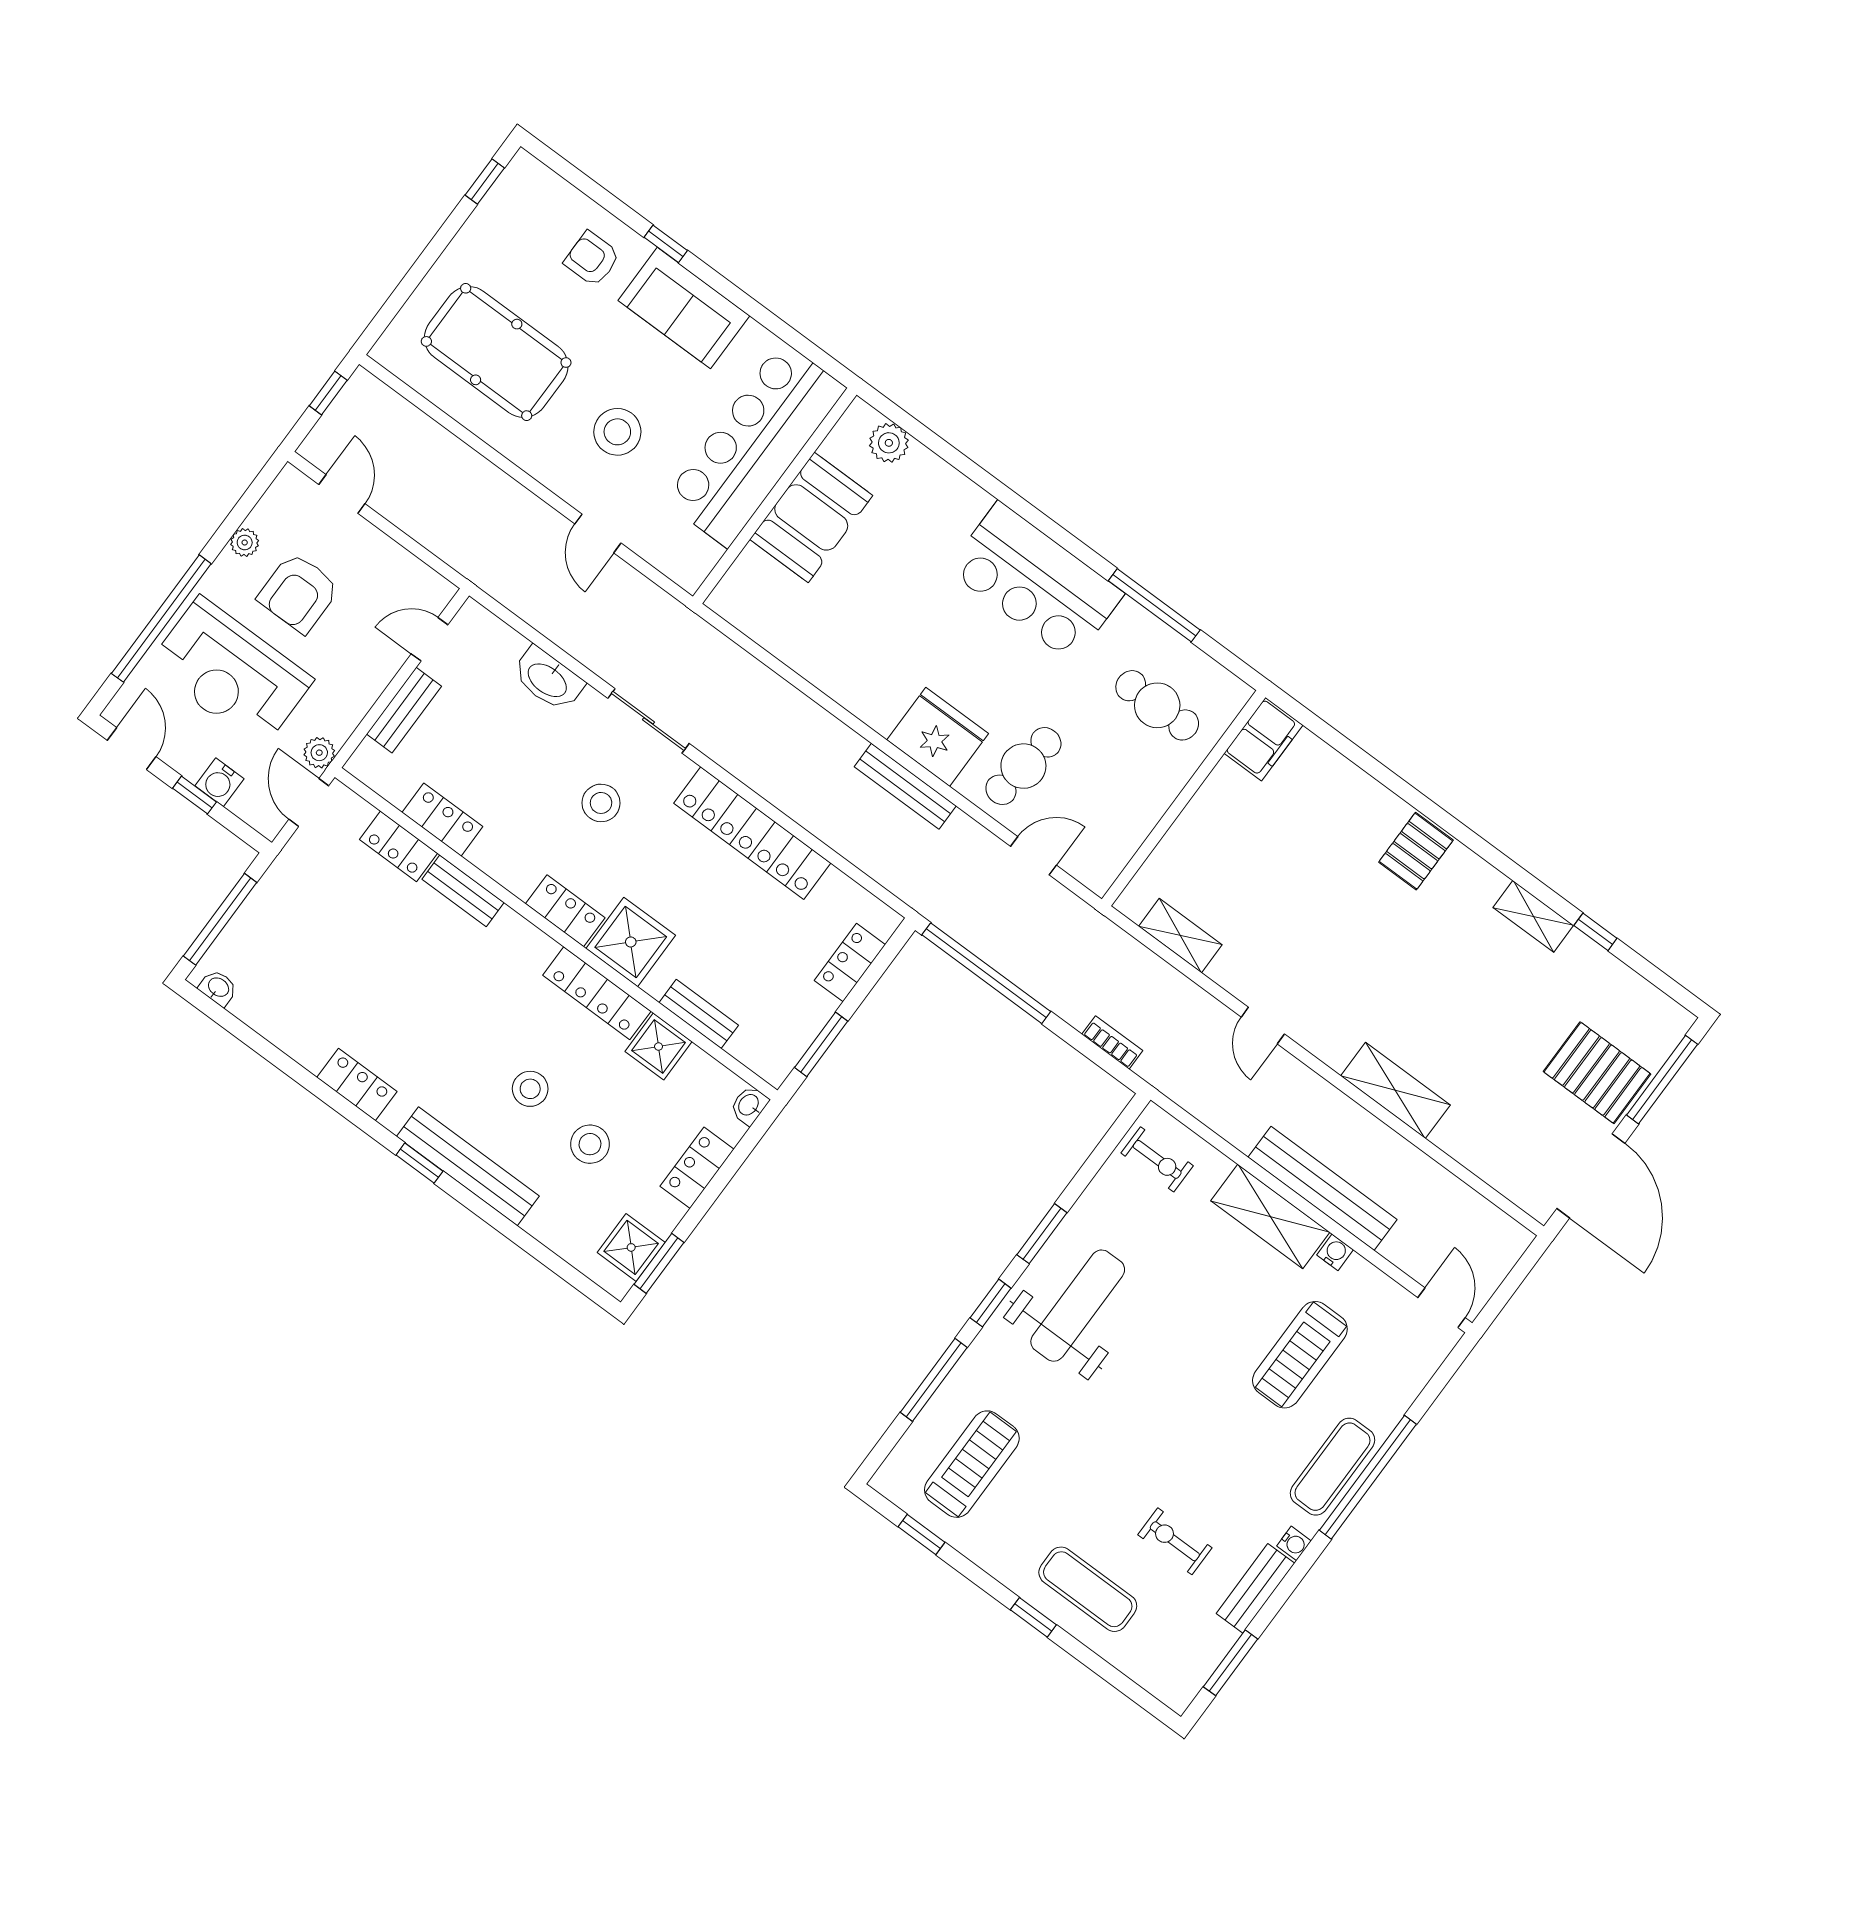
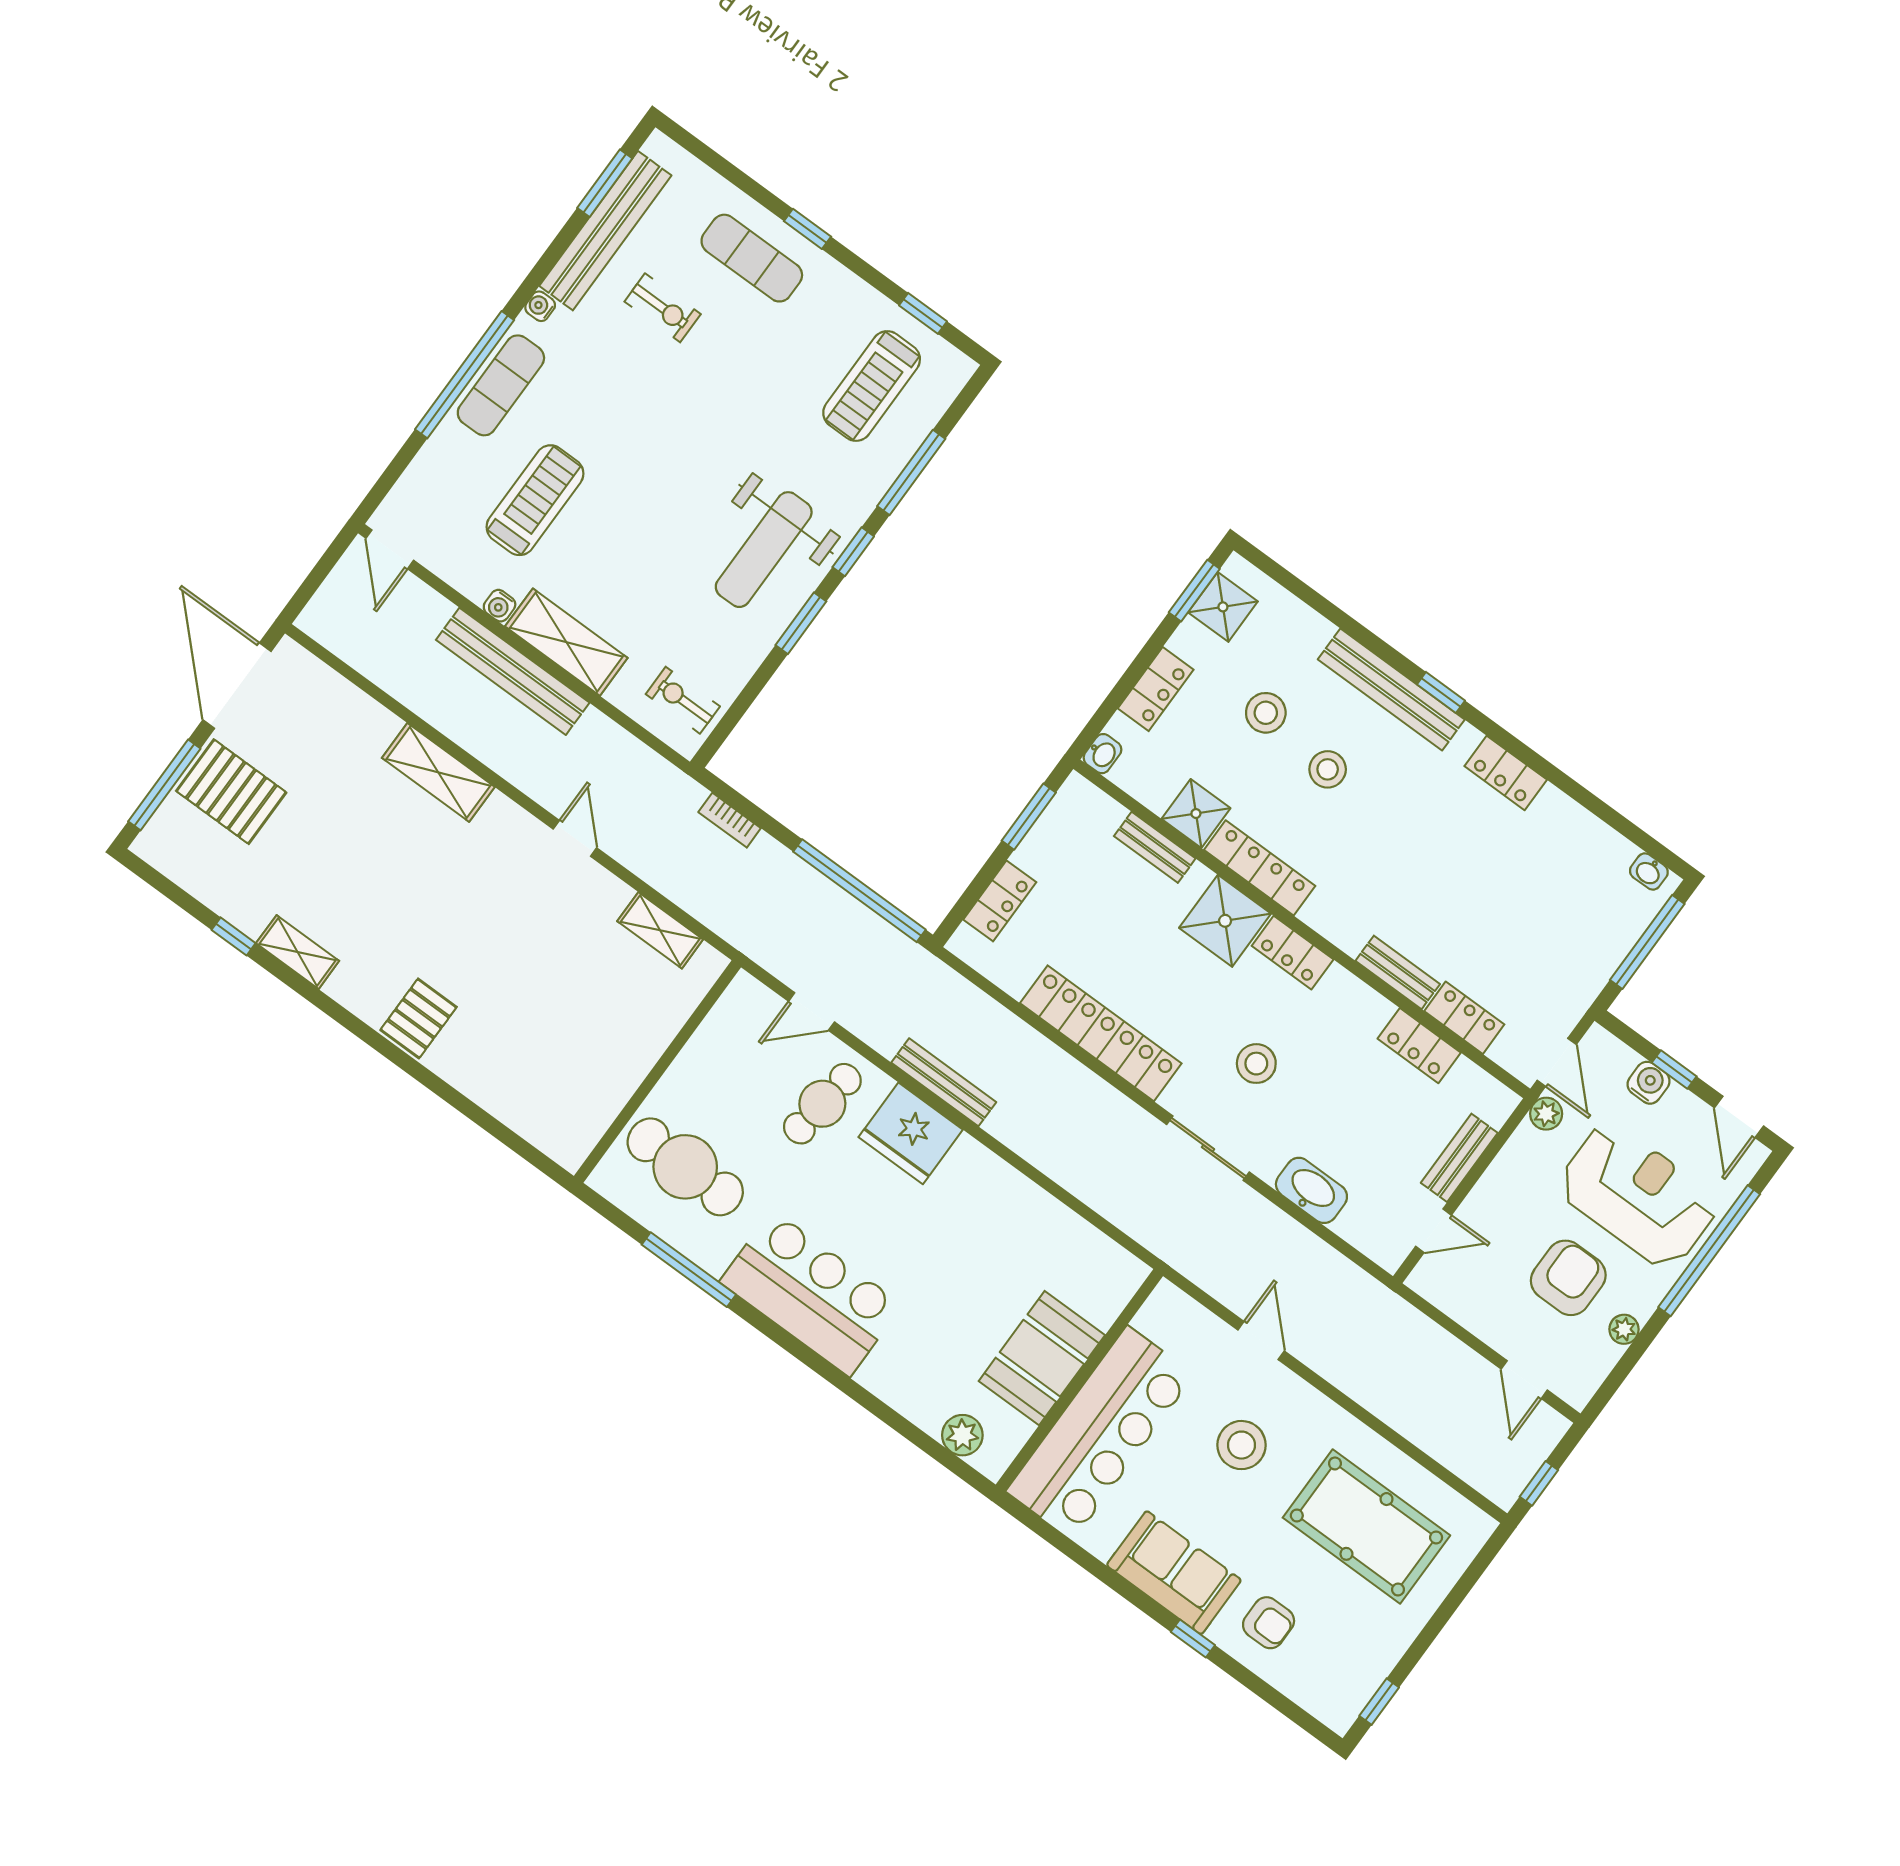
cafe table: (1157, 705) -> (685, 1167), width x1.37, depth x1.35
filing cabinet: (1263, 739) -> (576, 1133), removed
bench: (1255, 1588) -> (605, 231), width x1.86, depth x1.21

